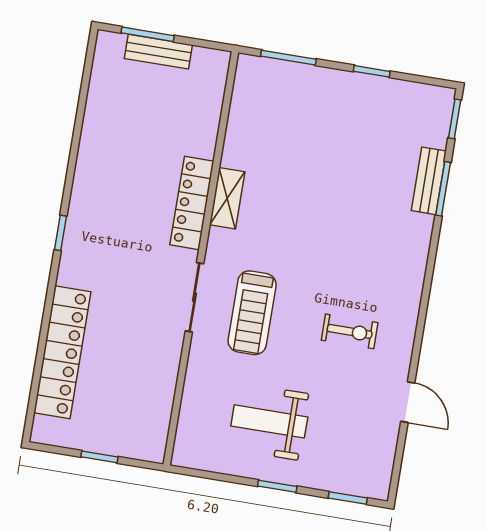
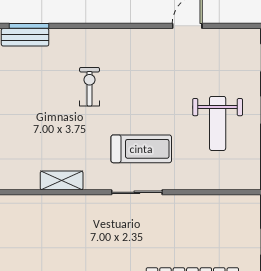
locker: (192, 203) -> (69, 205), removed
exercise bike: (350, 331) -> (90, 87), moved

